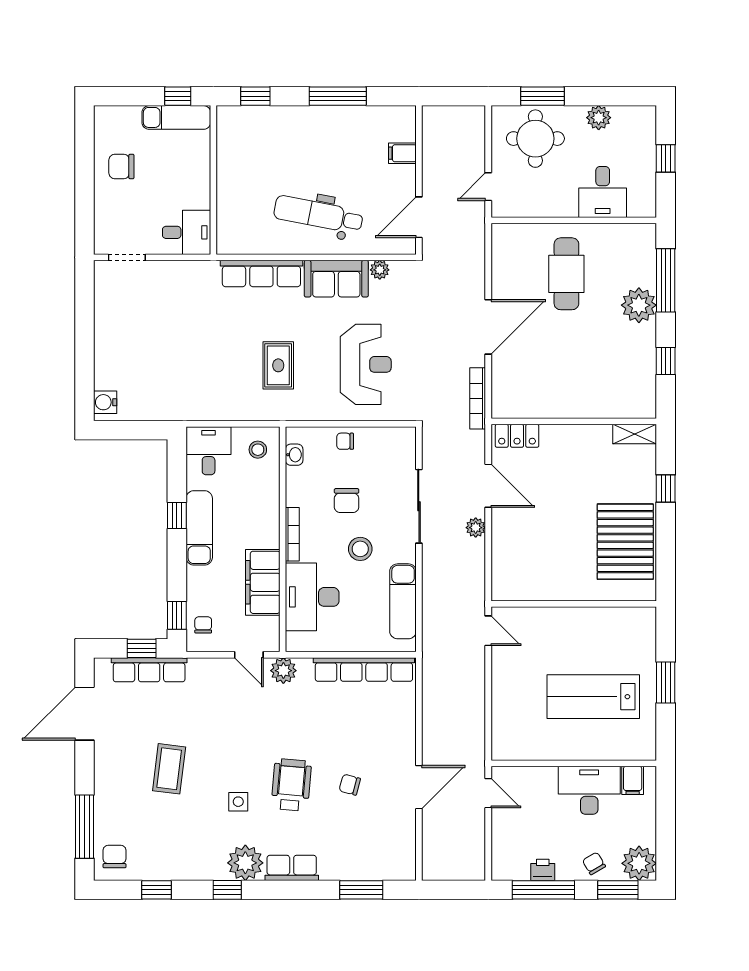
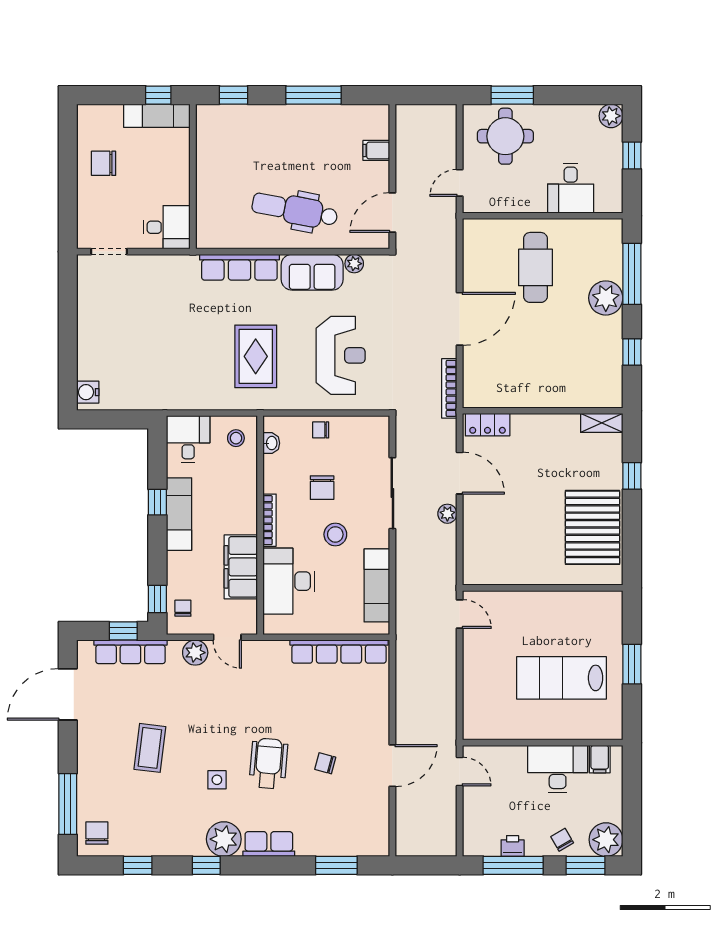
plant: (599, 118) -> (611, 116), moved
rug: (278, 365) -> (256, 356), width x1.36, depth x1.43
plant: (283, 671) -> (195, 653), moved

